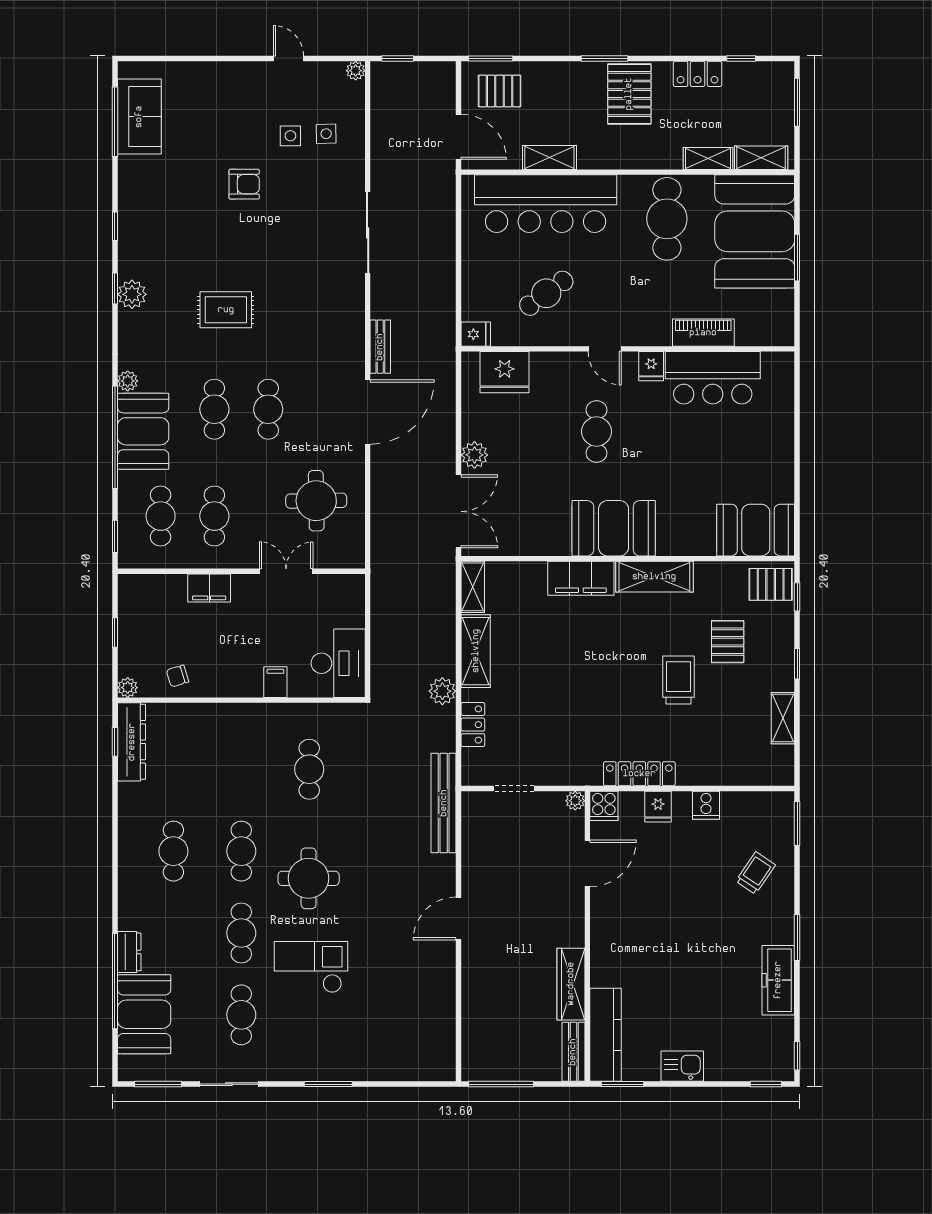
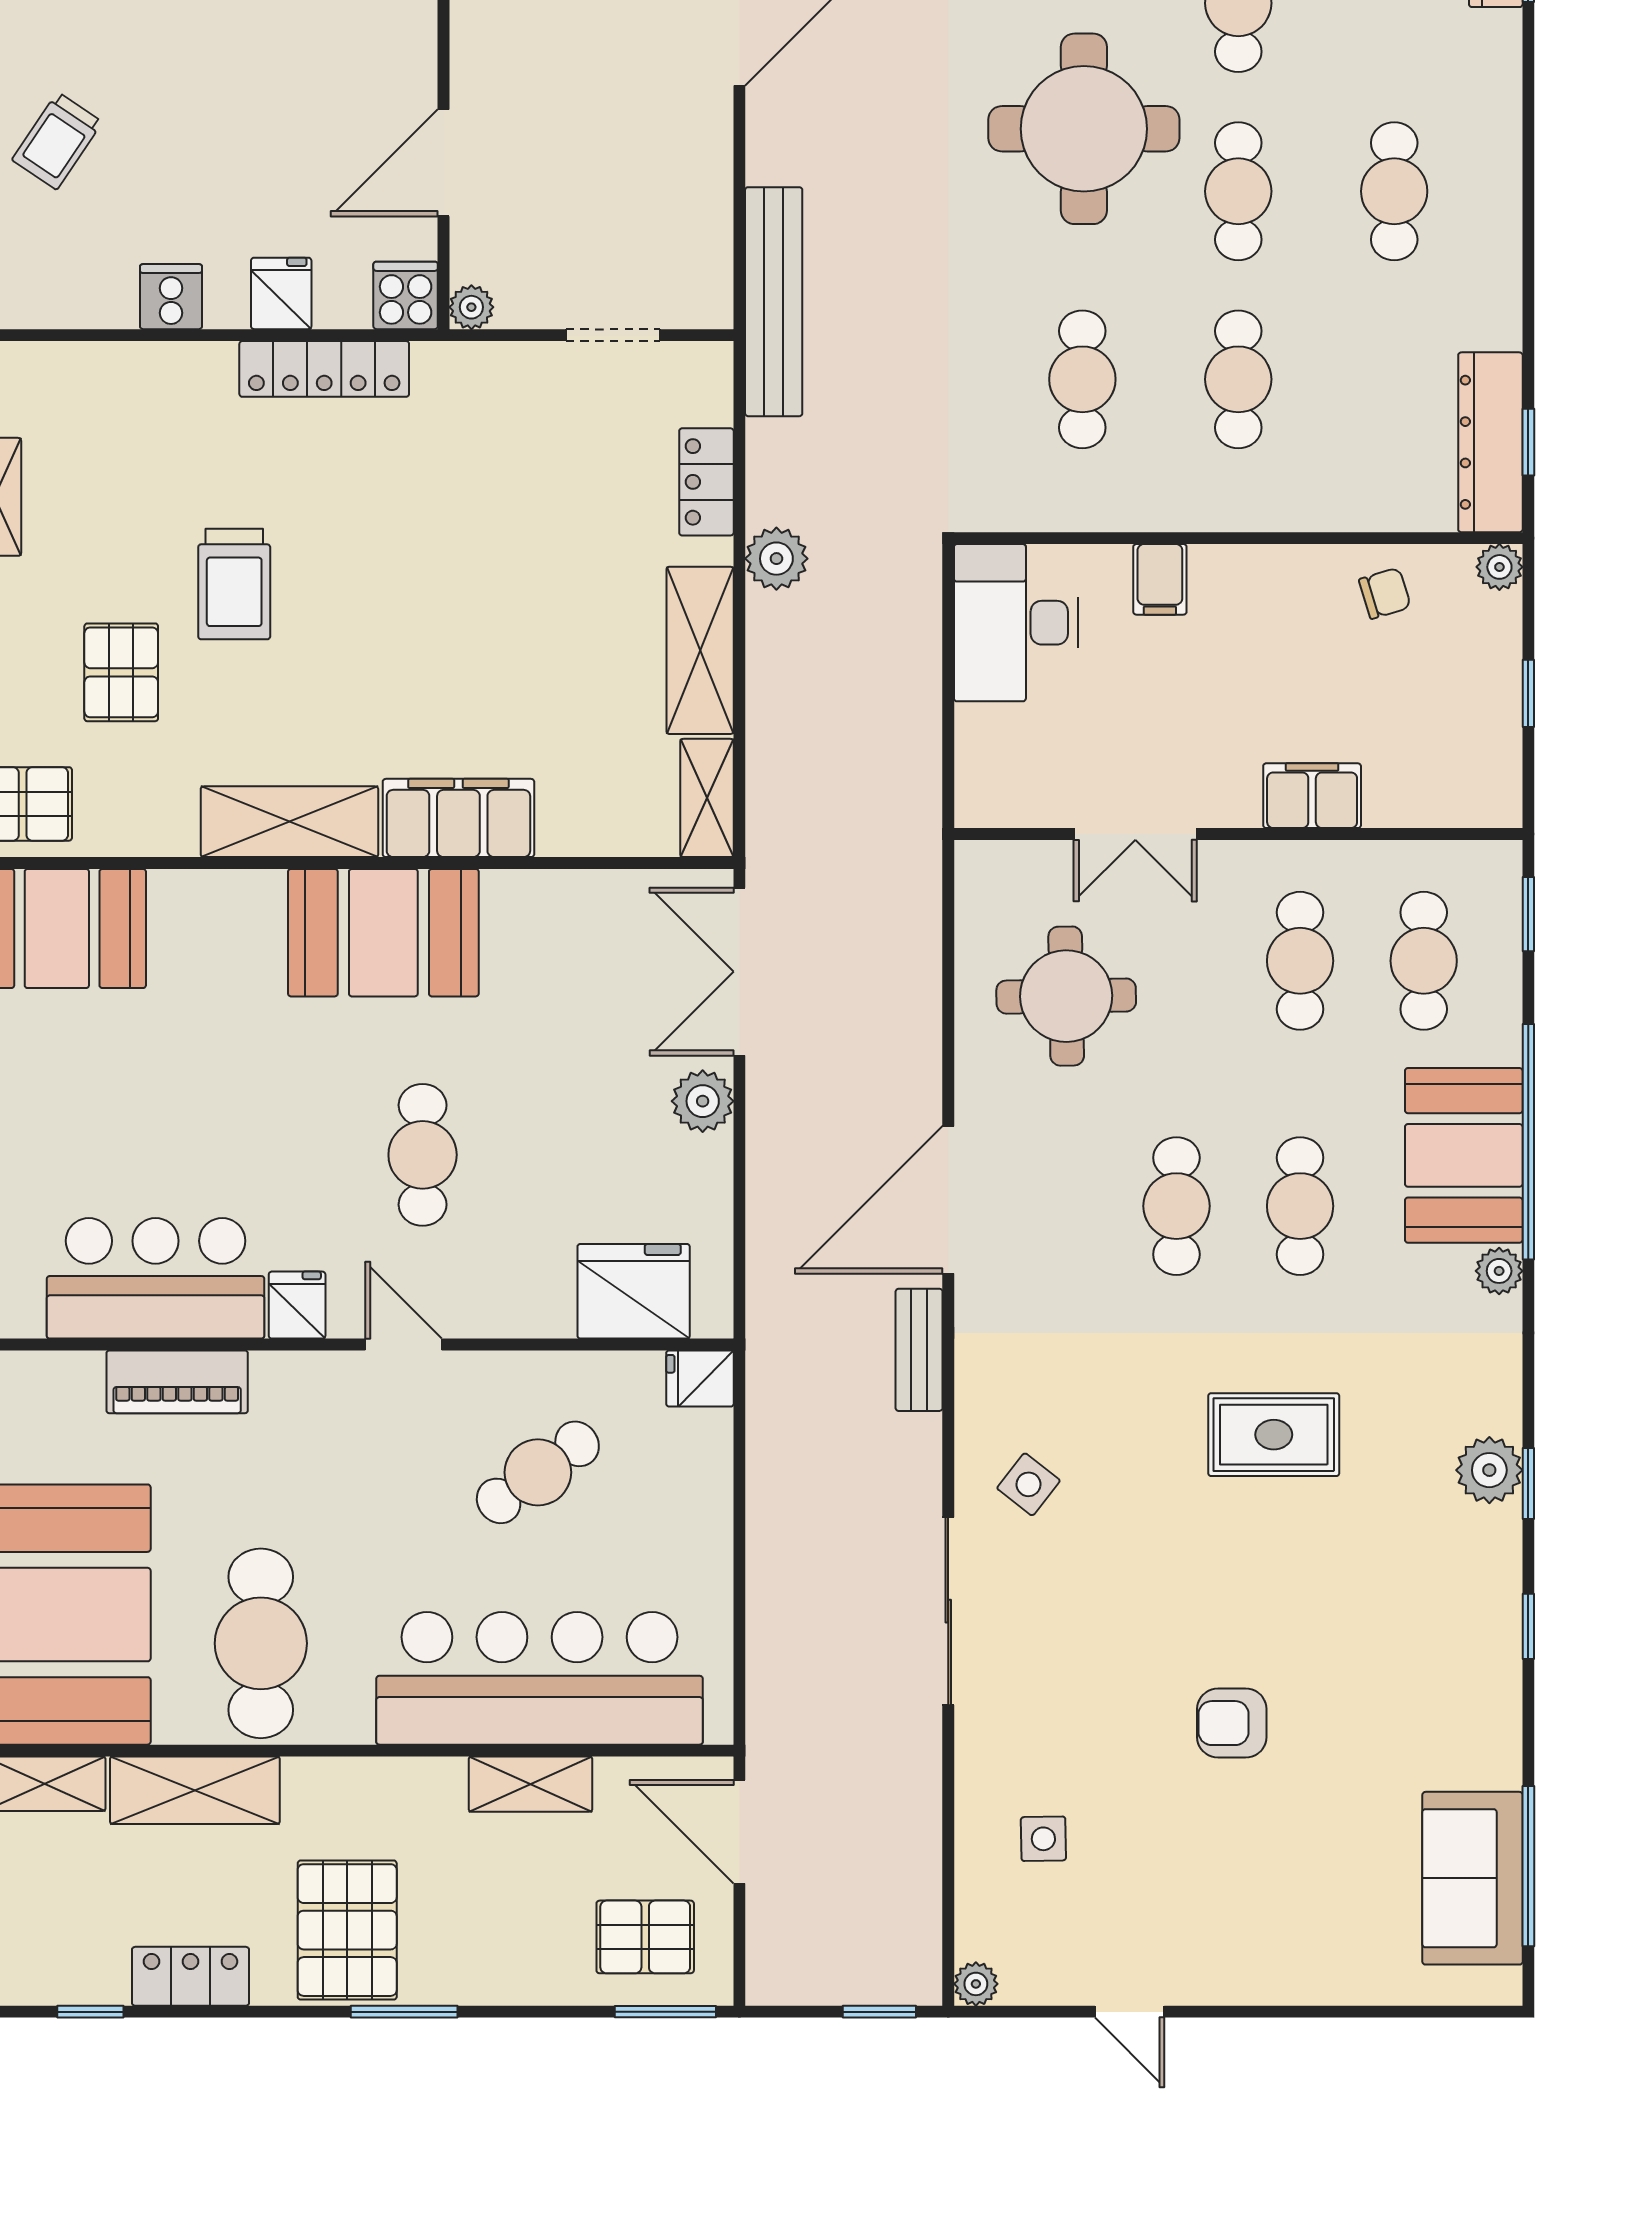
side table: (290, 136) -> (1028, 1484), moved, turned 38
shelving: (708, 159) -> (195, 1790), width x1.50, depth x1.33
cafe table: (241, 769) -> (1238, 379), added
round table: (309, 878) -> (1084, 129), width x1.36, depth x1.36

